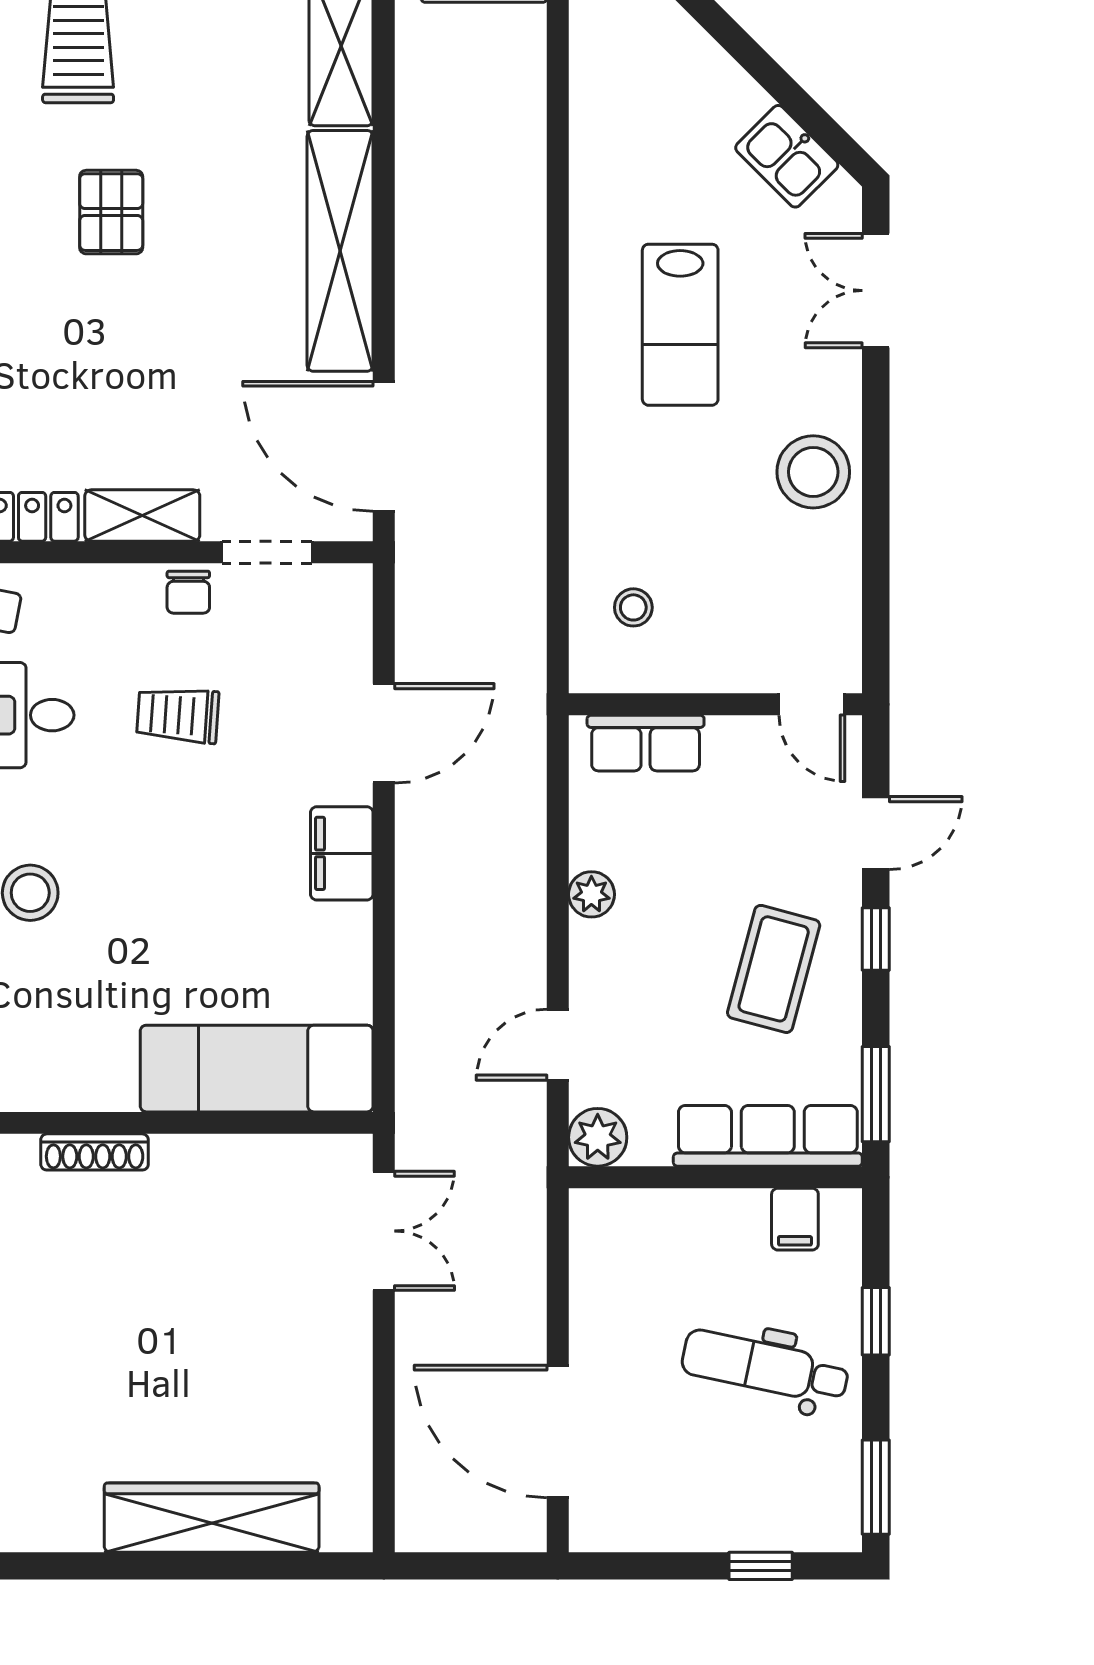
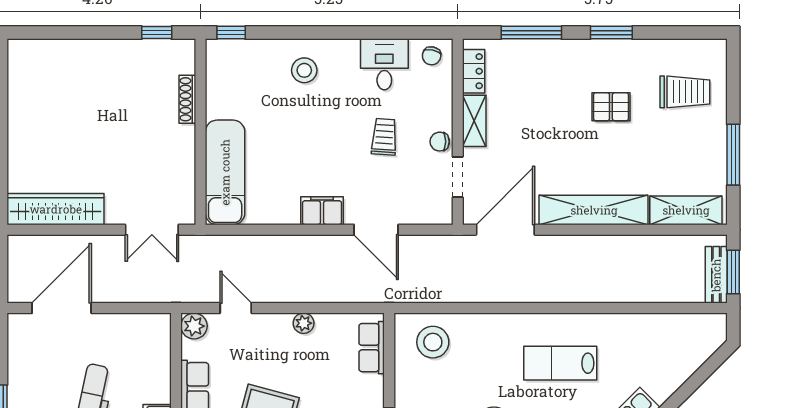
stool: (633, 607) -> (433, 342), width x1.89, depth x1.89
wardrobe: (212, 1518) -> (56, 209), moved, turned -90

